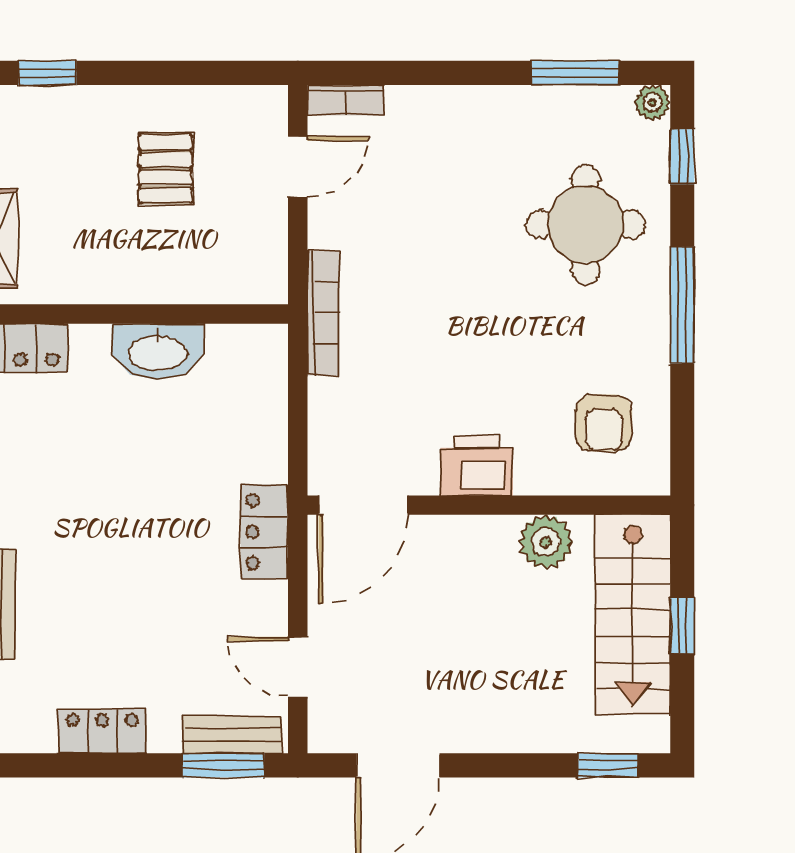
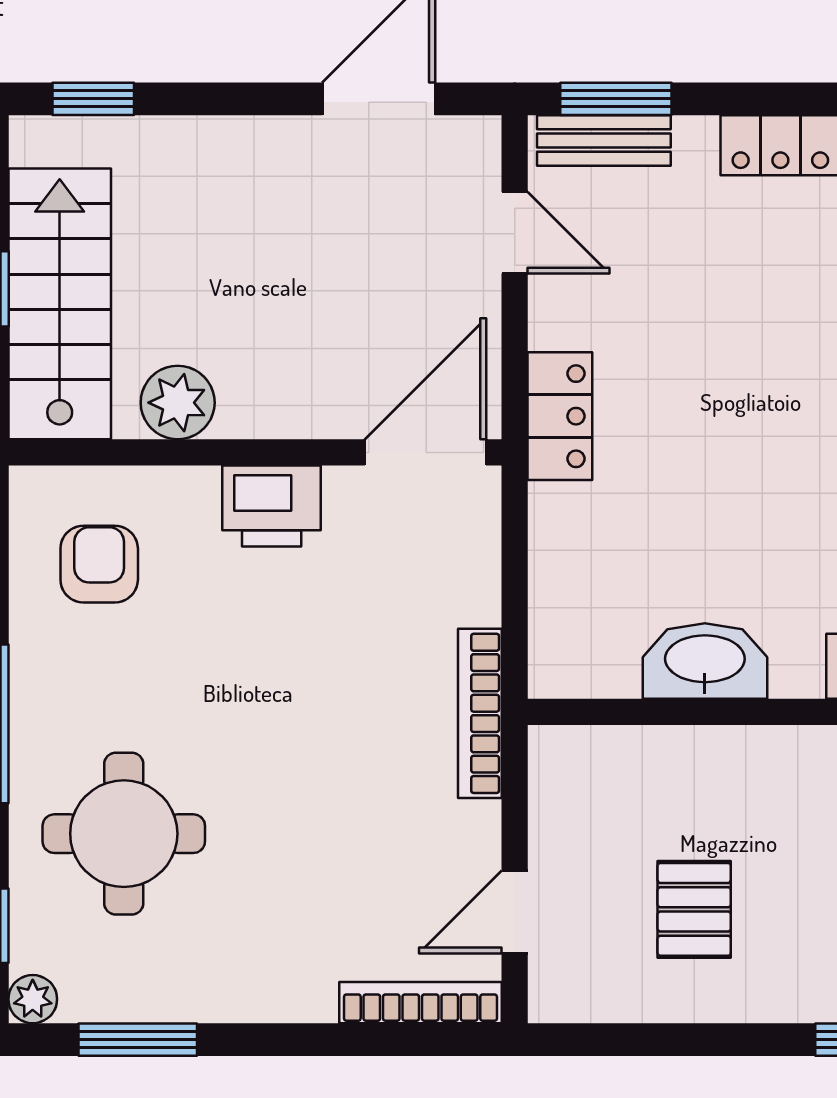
bookcase: (346, 100) -> (420, 1003), width x1.56

